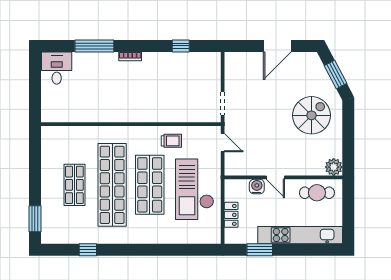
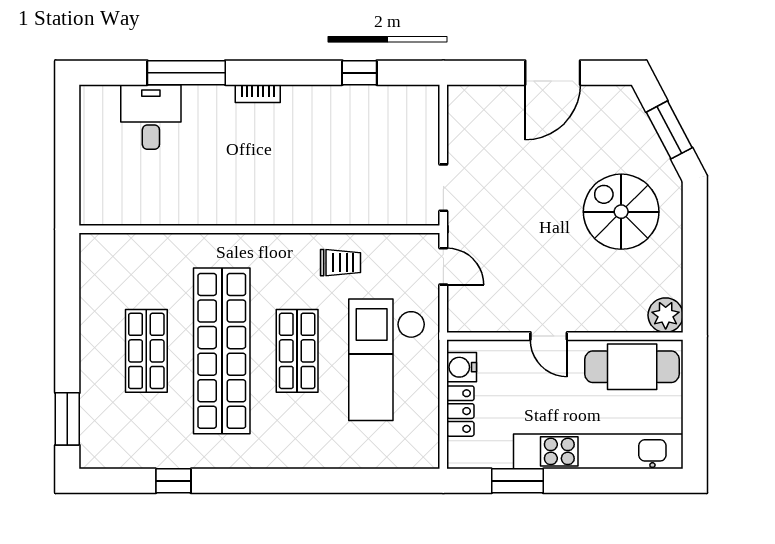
desk: (57, 68) -> (151, 117), moved
spiral stairs: (312, 115) -> (621, 212), turned -90
shop shelf: (150, 185) -> (297, 351), width x0.70, depth x0.74
water cooler: (257, 187) -> (462, 367), moved, turned -90
cafe table: (317, 193) -> (632, 367), width x1.37, depth x1.35

